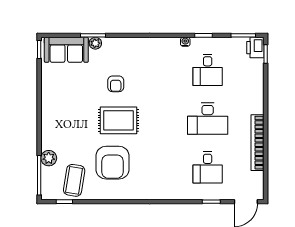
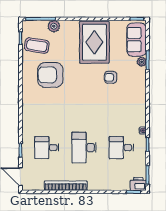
rug: (119, 120) -> (94, 42), moved, width x1.37, depth x1.44

